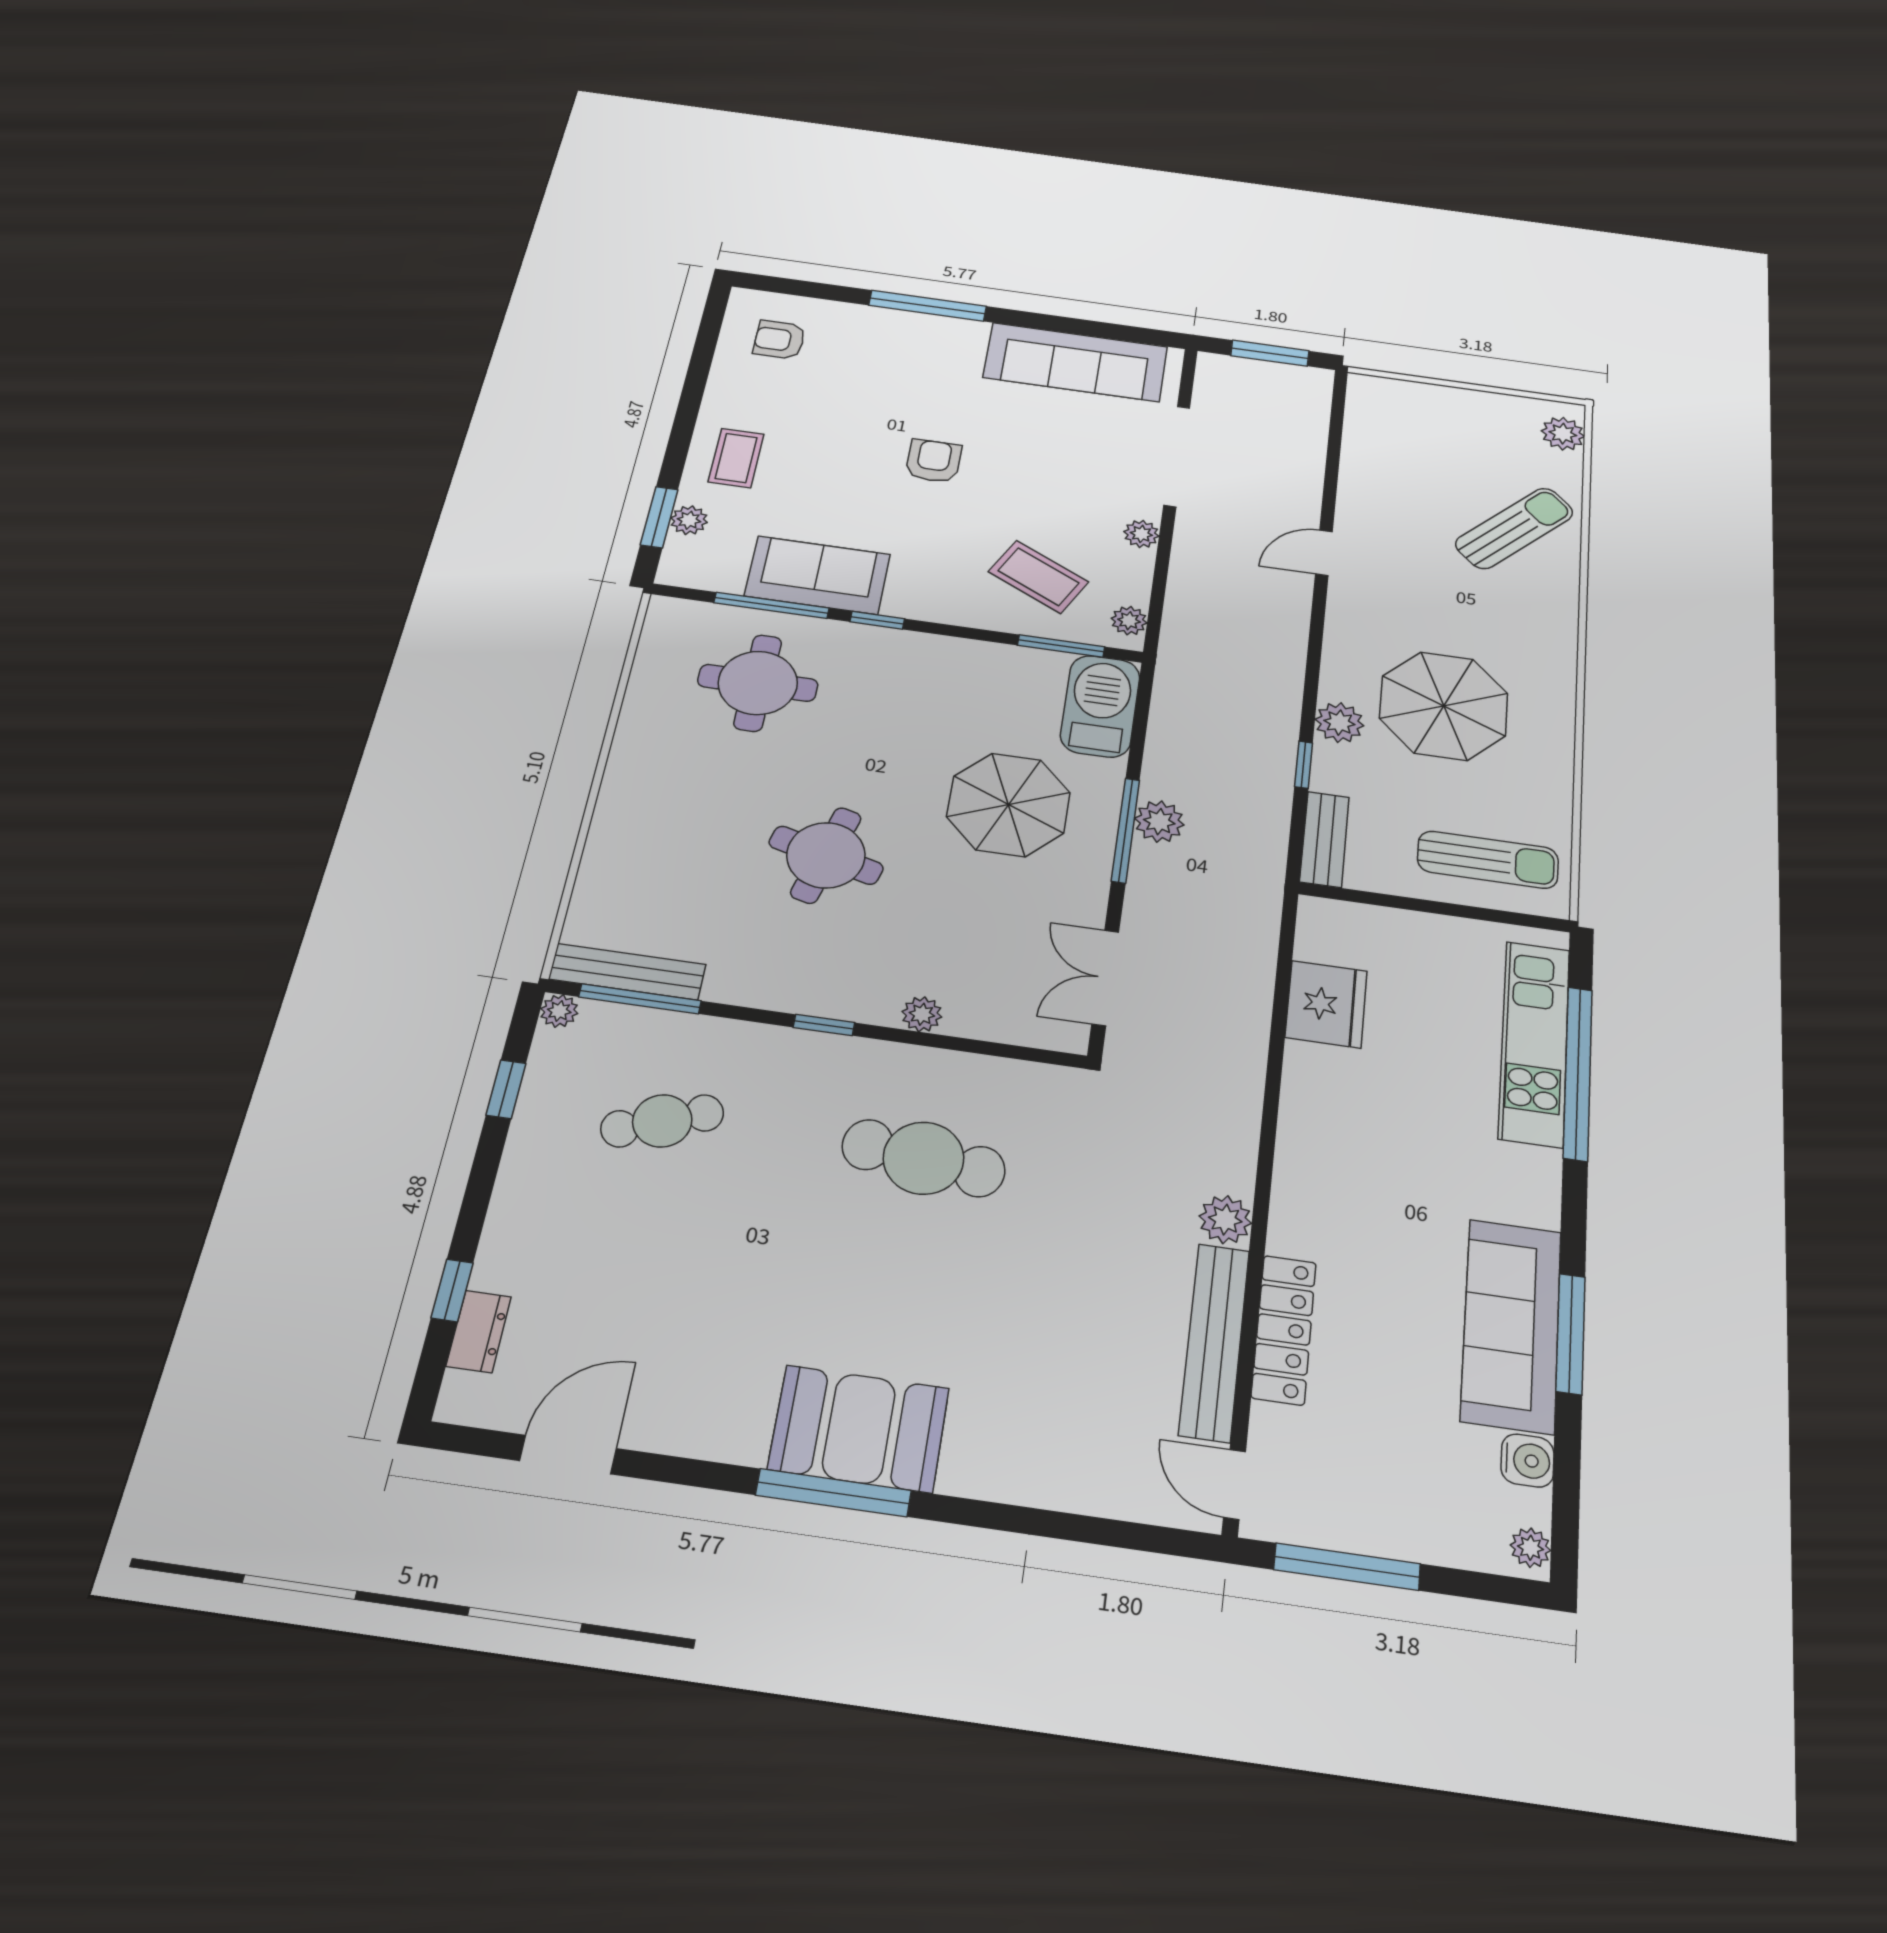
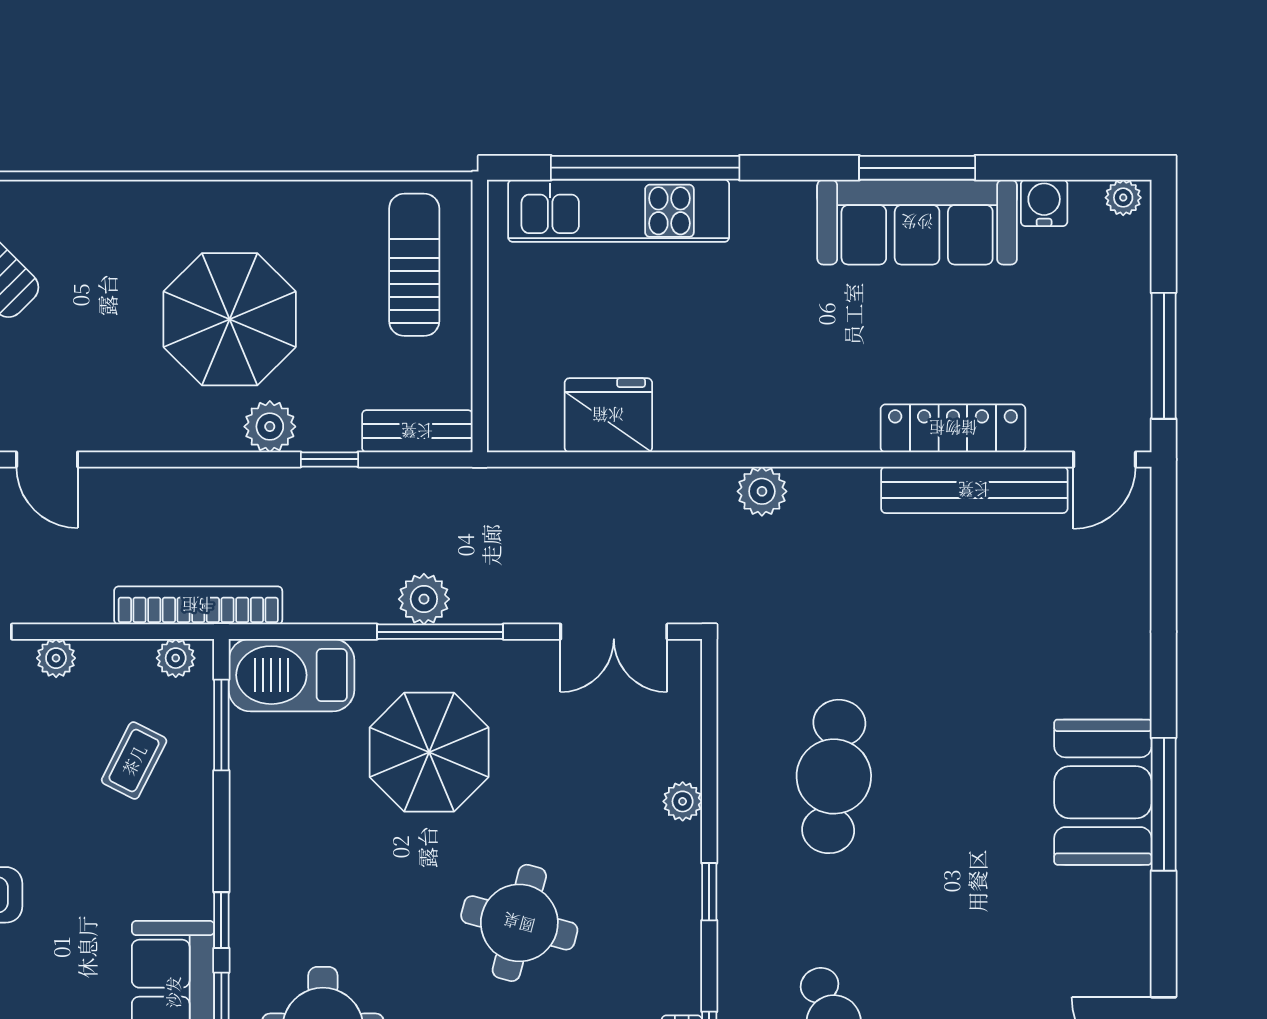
coffee table: (1038, 577) -> (134, 760), width x0.73, depth x0.77
bookcase: (1176, 644) -> (198, 605), added
plant: (1225, 1220) -> (762, 491), moved

